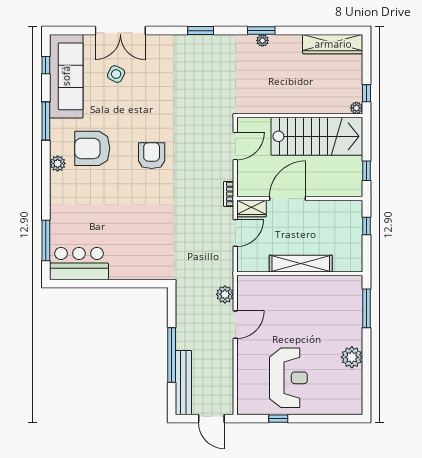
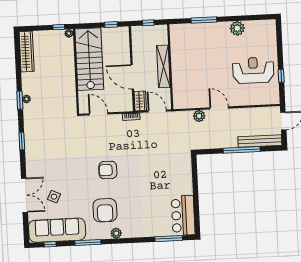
shelving: (301, 264) -> (163, 66), moved
wall: (300, 274) -> (170, 67), moved

